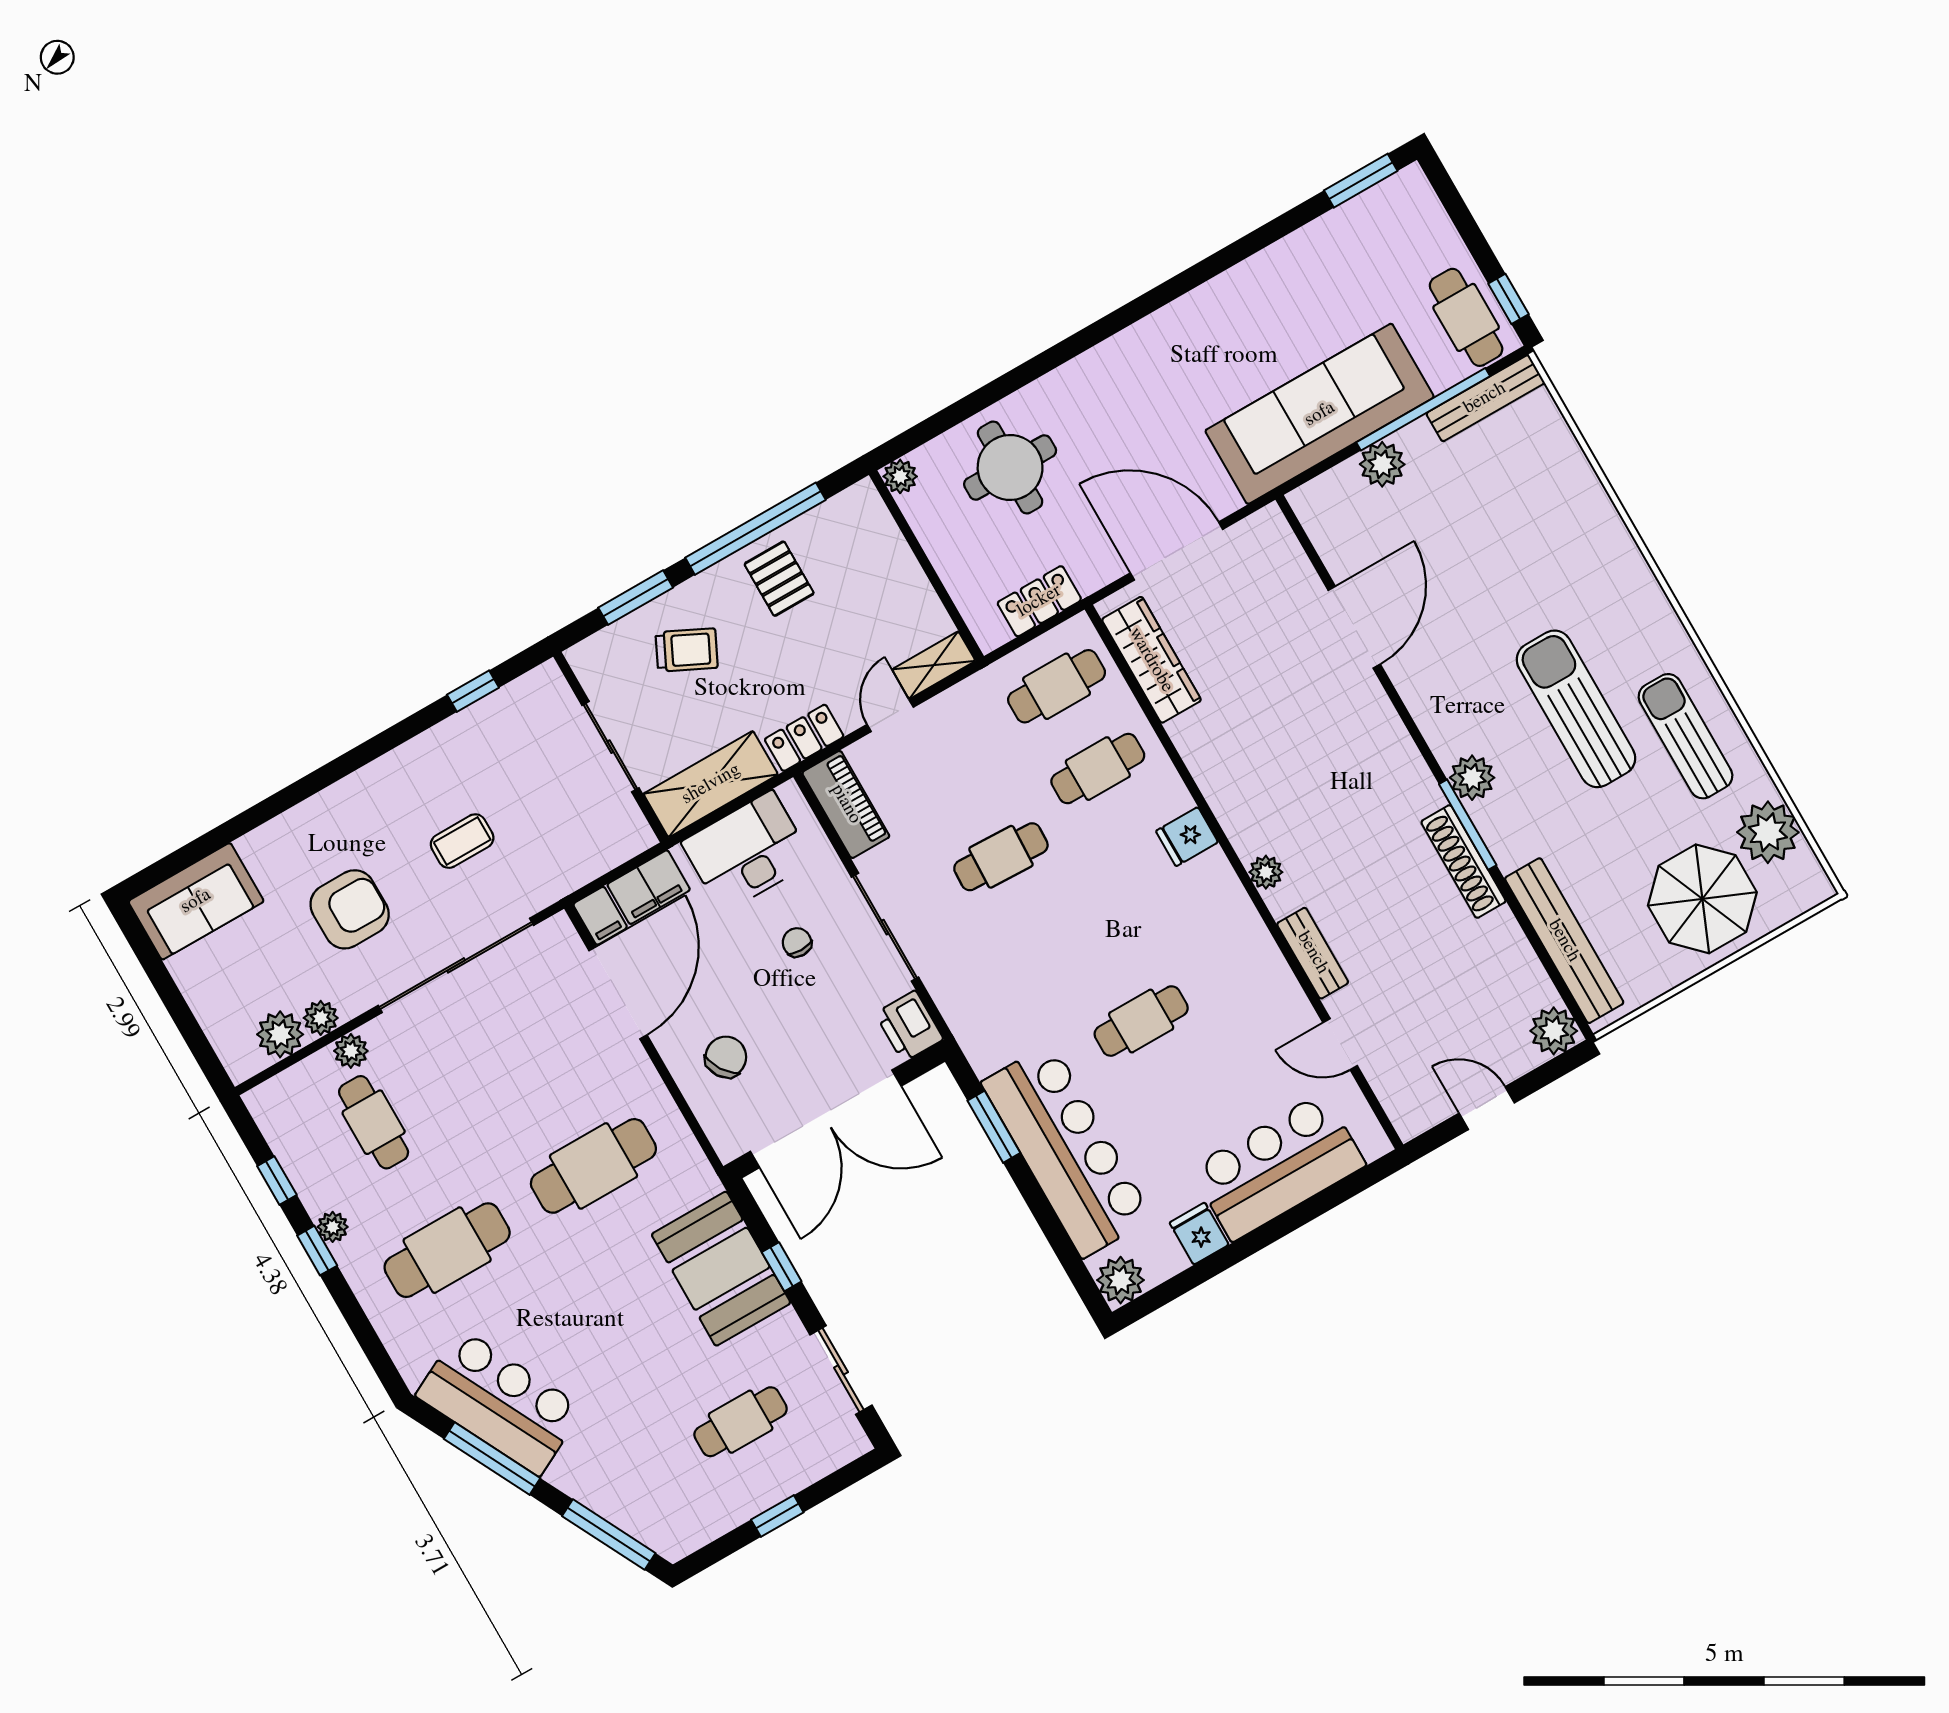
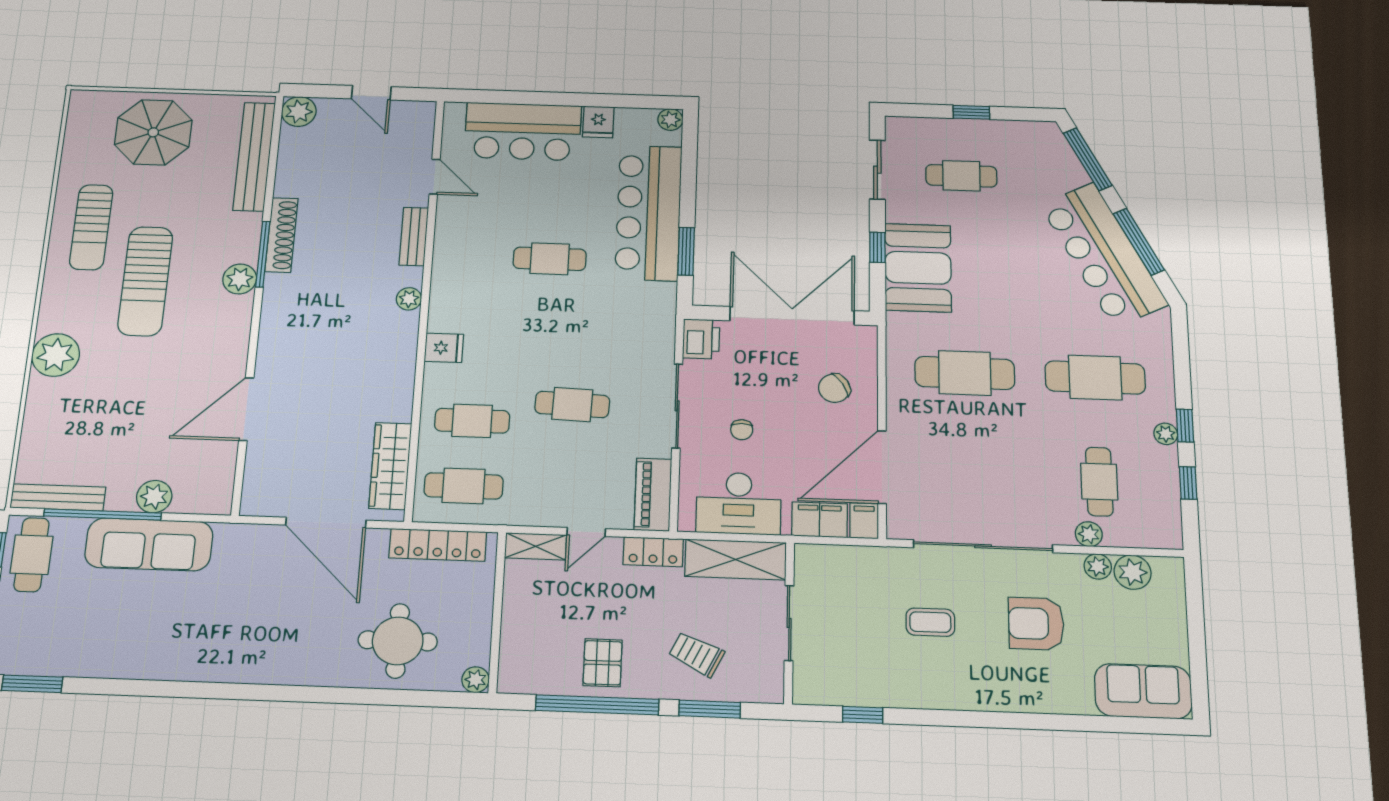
sofa: (1320, 414) -> (149, 544), width x0.74, depth x0.79
locker: (1039, 601) -> (438, 545), width x1.53
plant: (1768, 832) -> (56, 355), moved
plant: (1121, 1280) -> (670, 120), width x0.73, depth x0.73
bar counter: (500, 1402) -> (1104, 254), width x1.36

